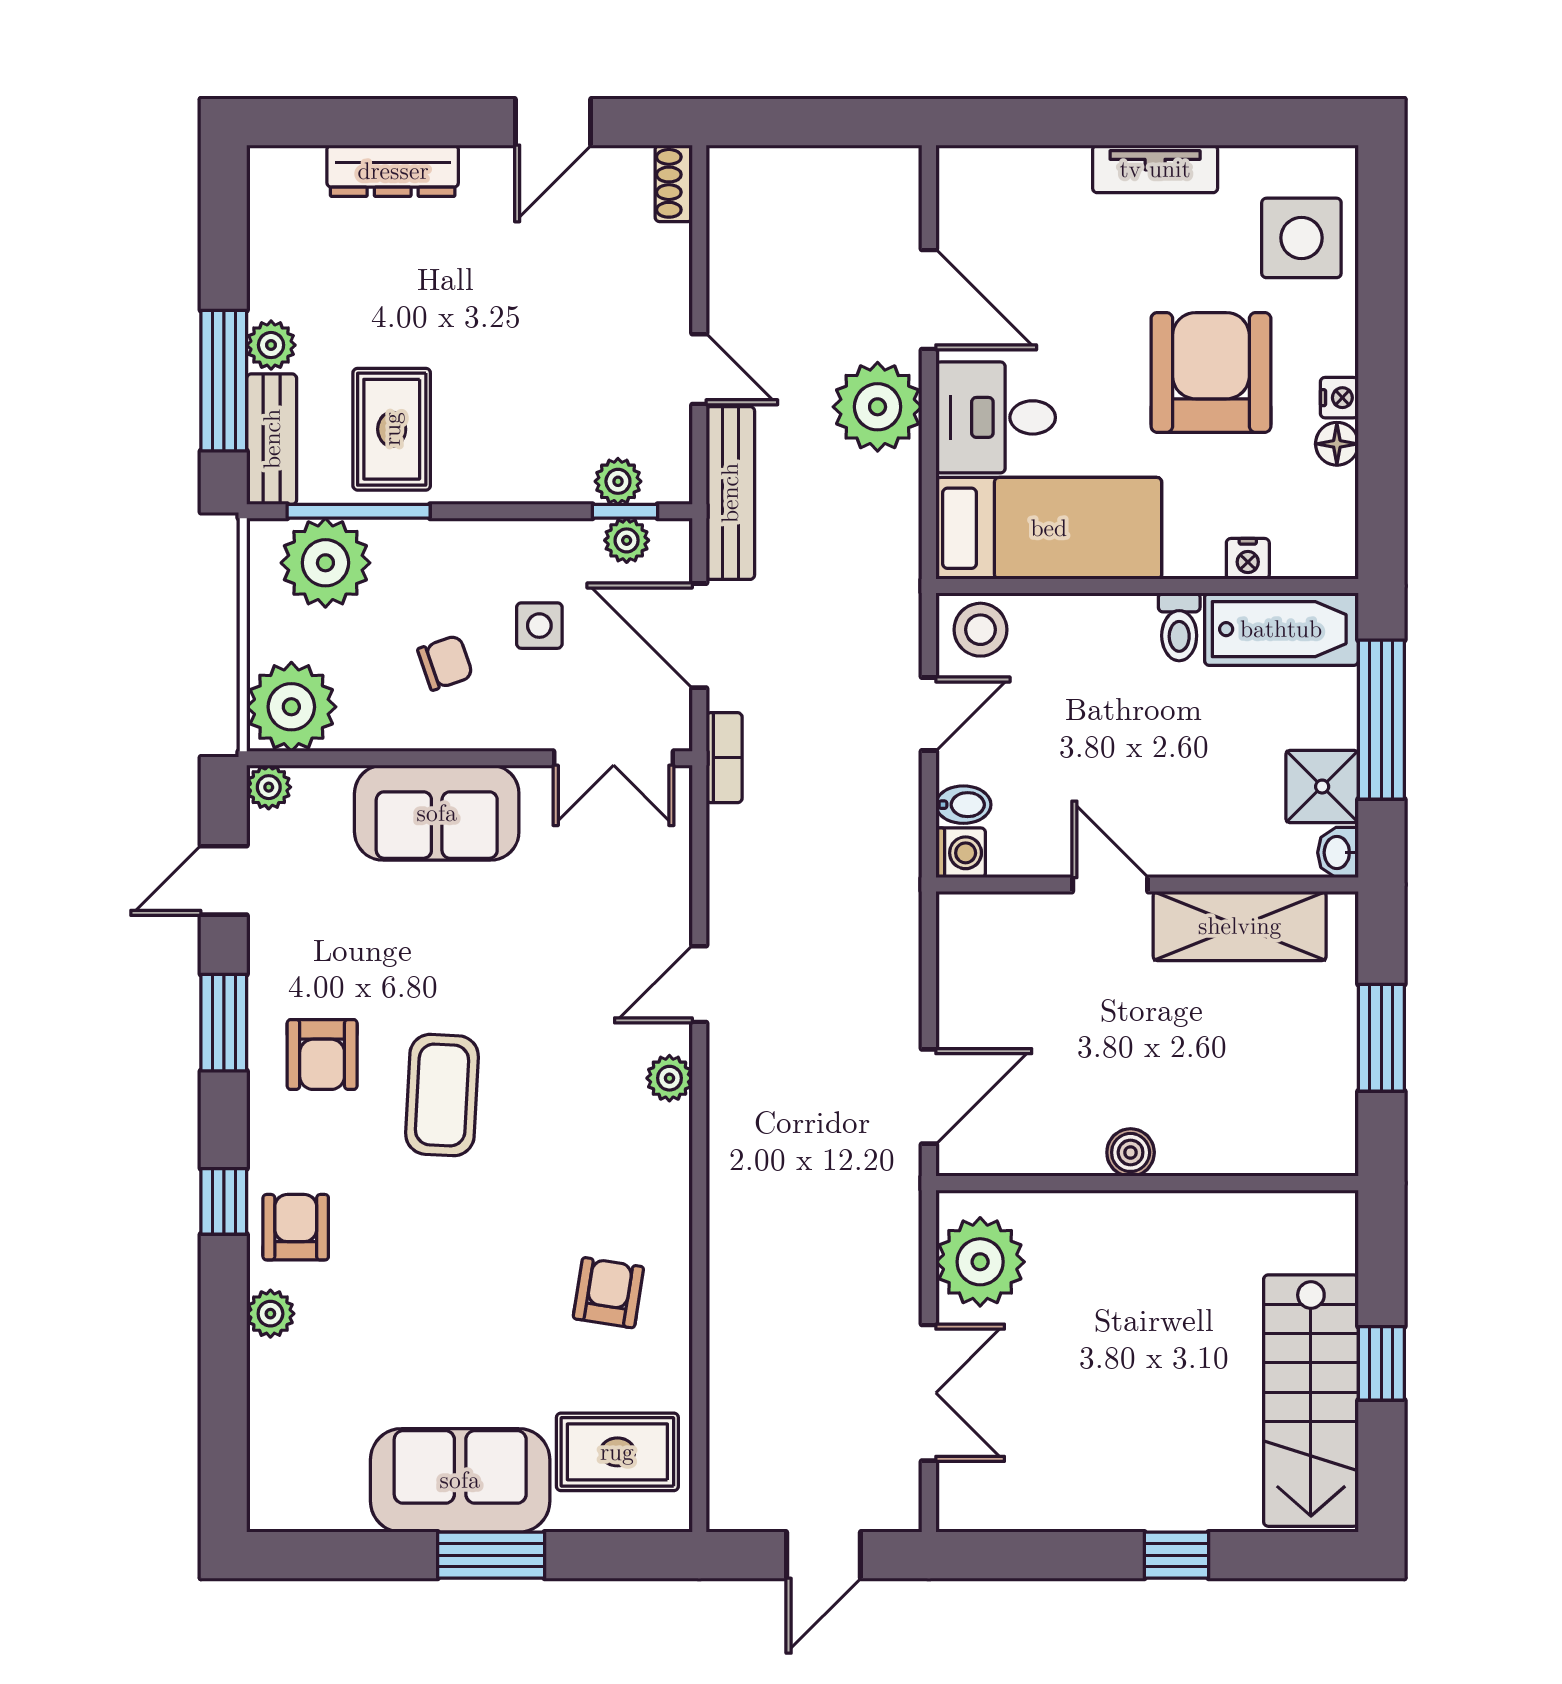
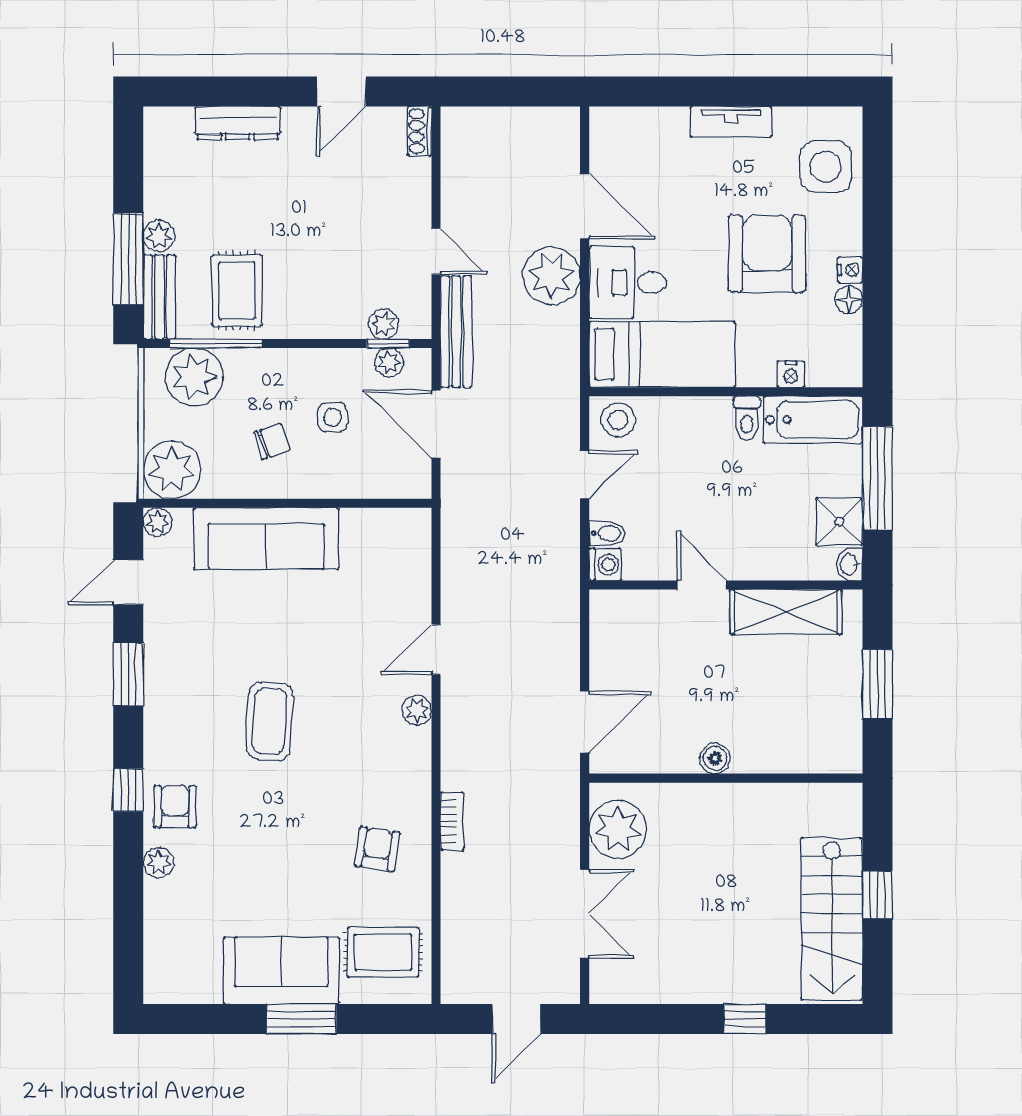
double door: (614, 758) -> (381, 503), removed
bookcase: (724, 758) -> (452, 821), moved
sofa: (437, 813) -> (266, 538), width x1.36
armchair: (322, 1055) -> (192, 695), removed

